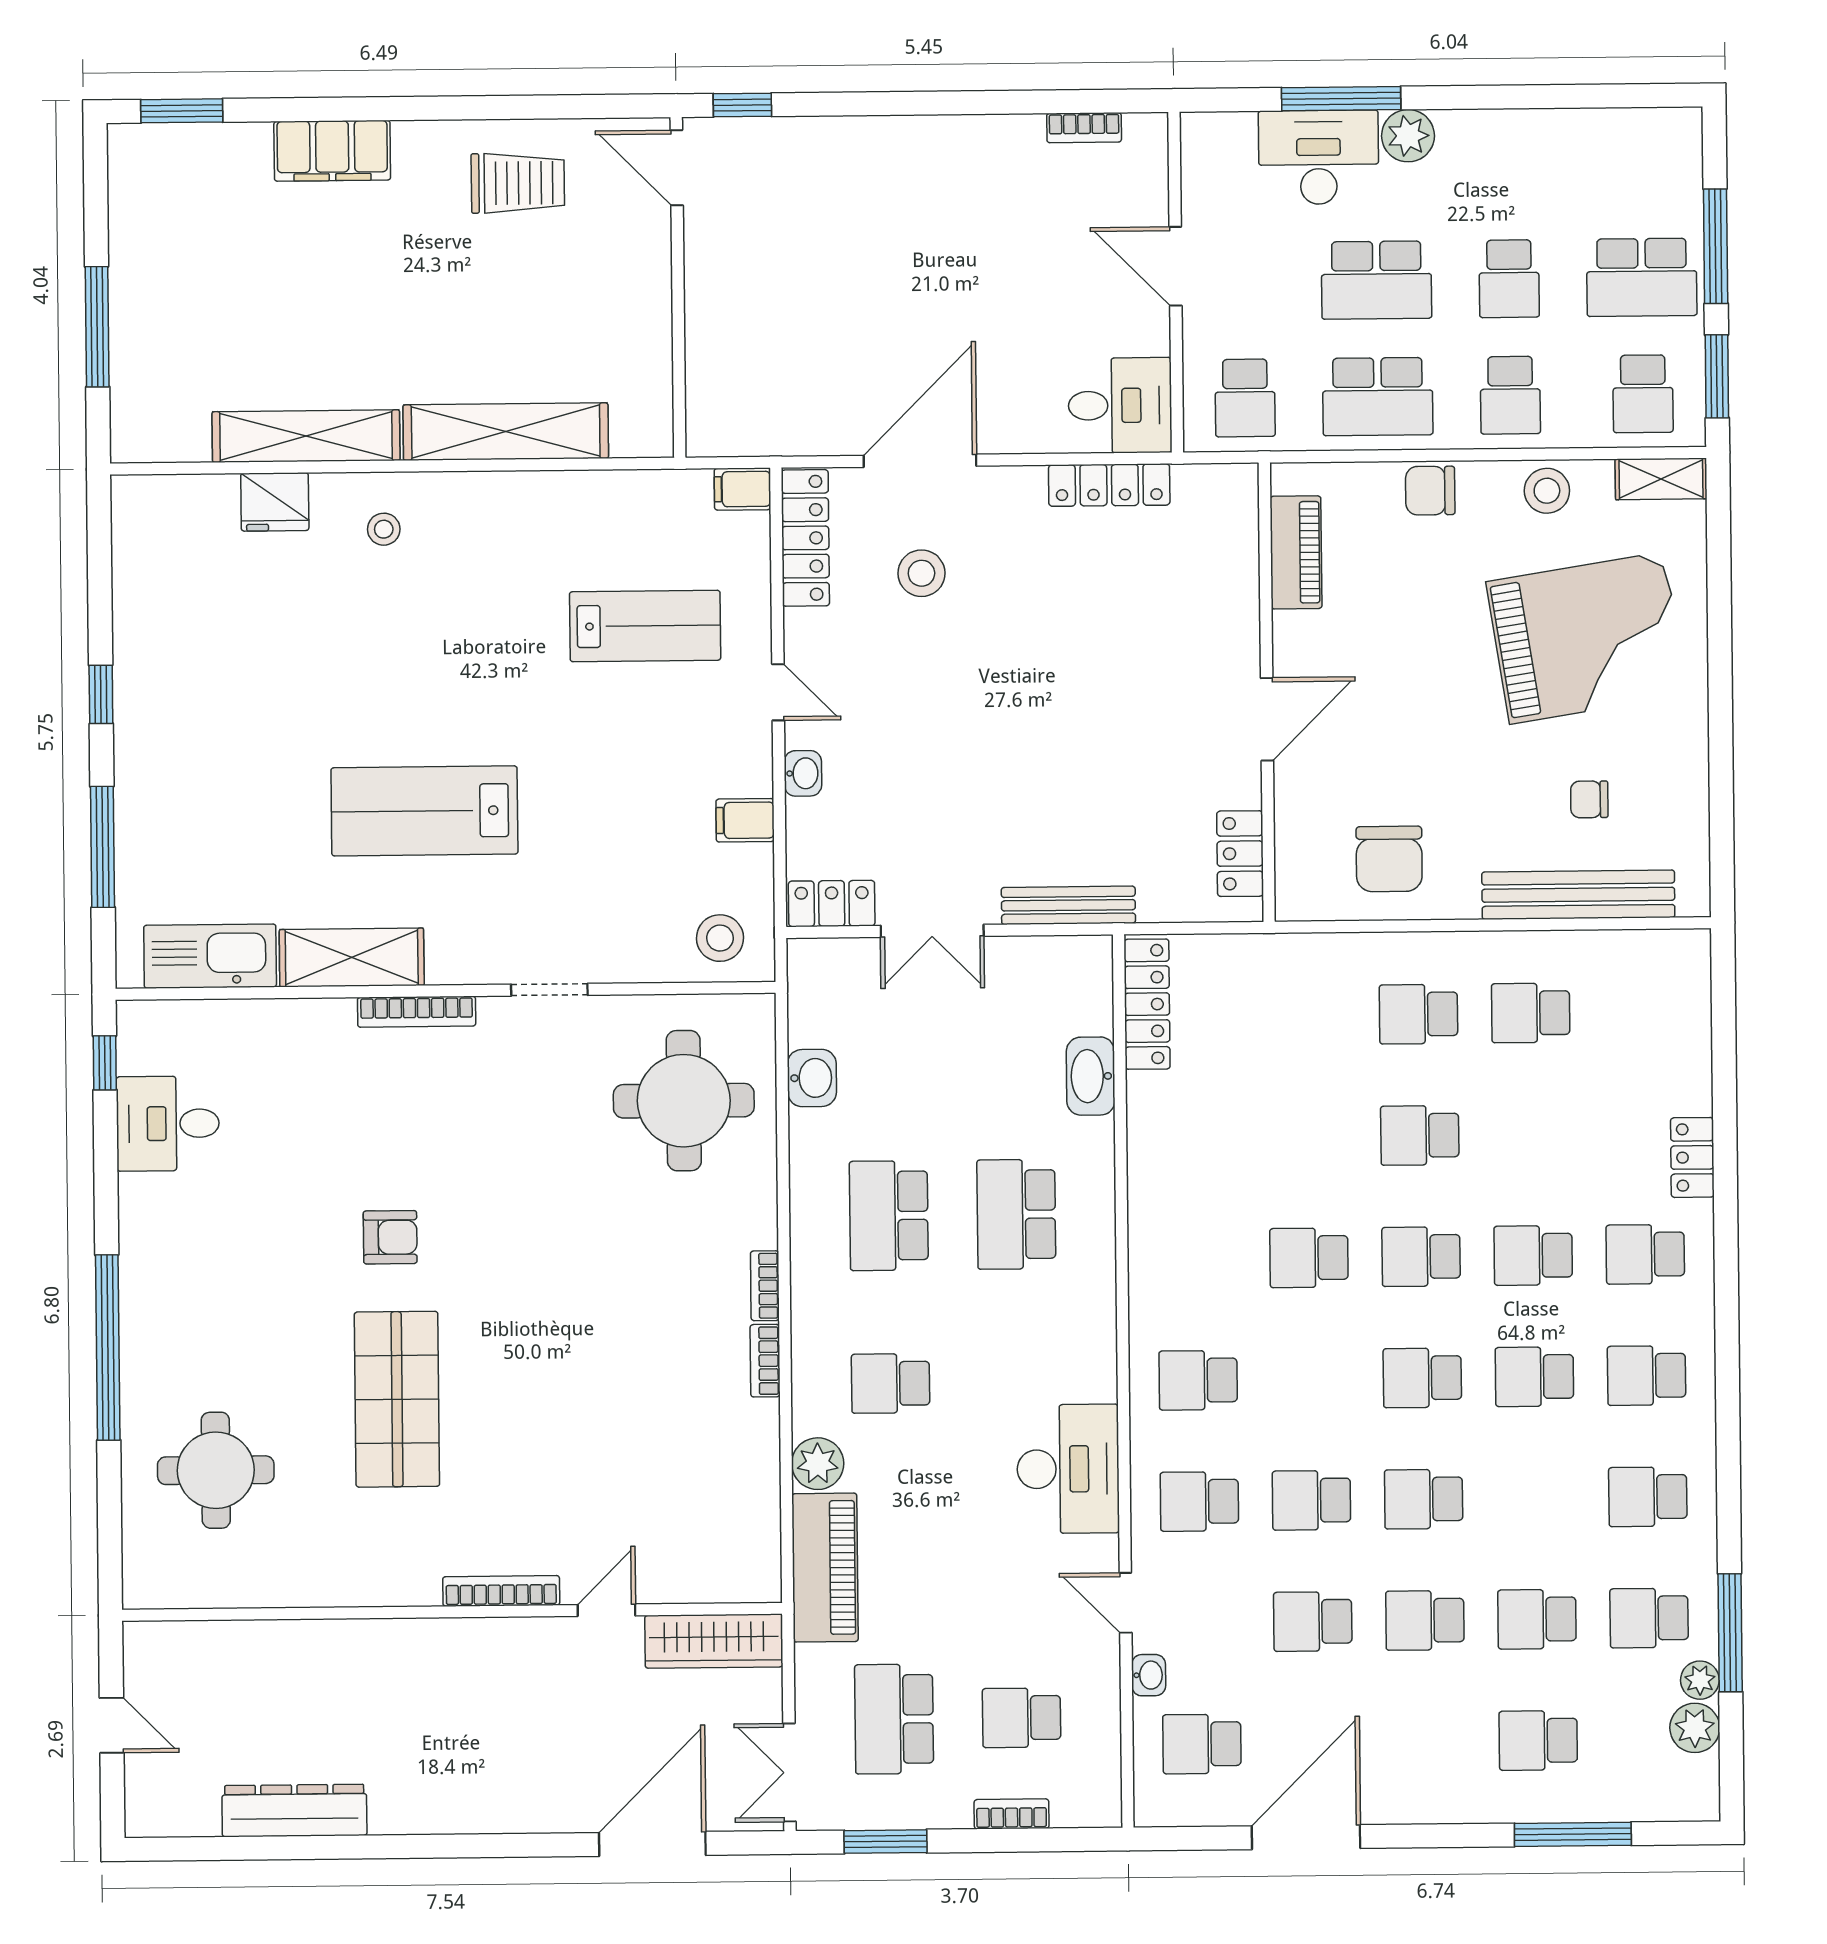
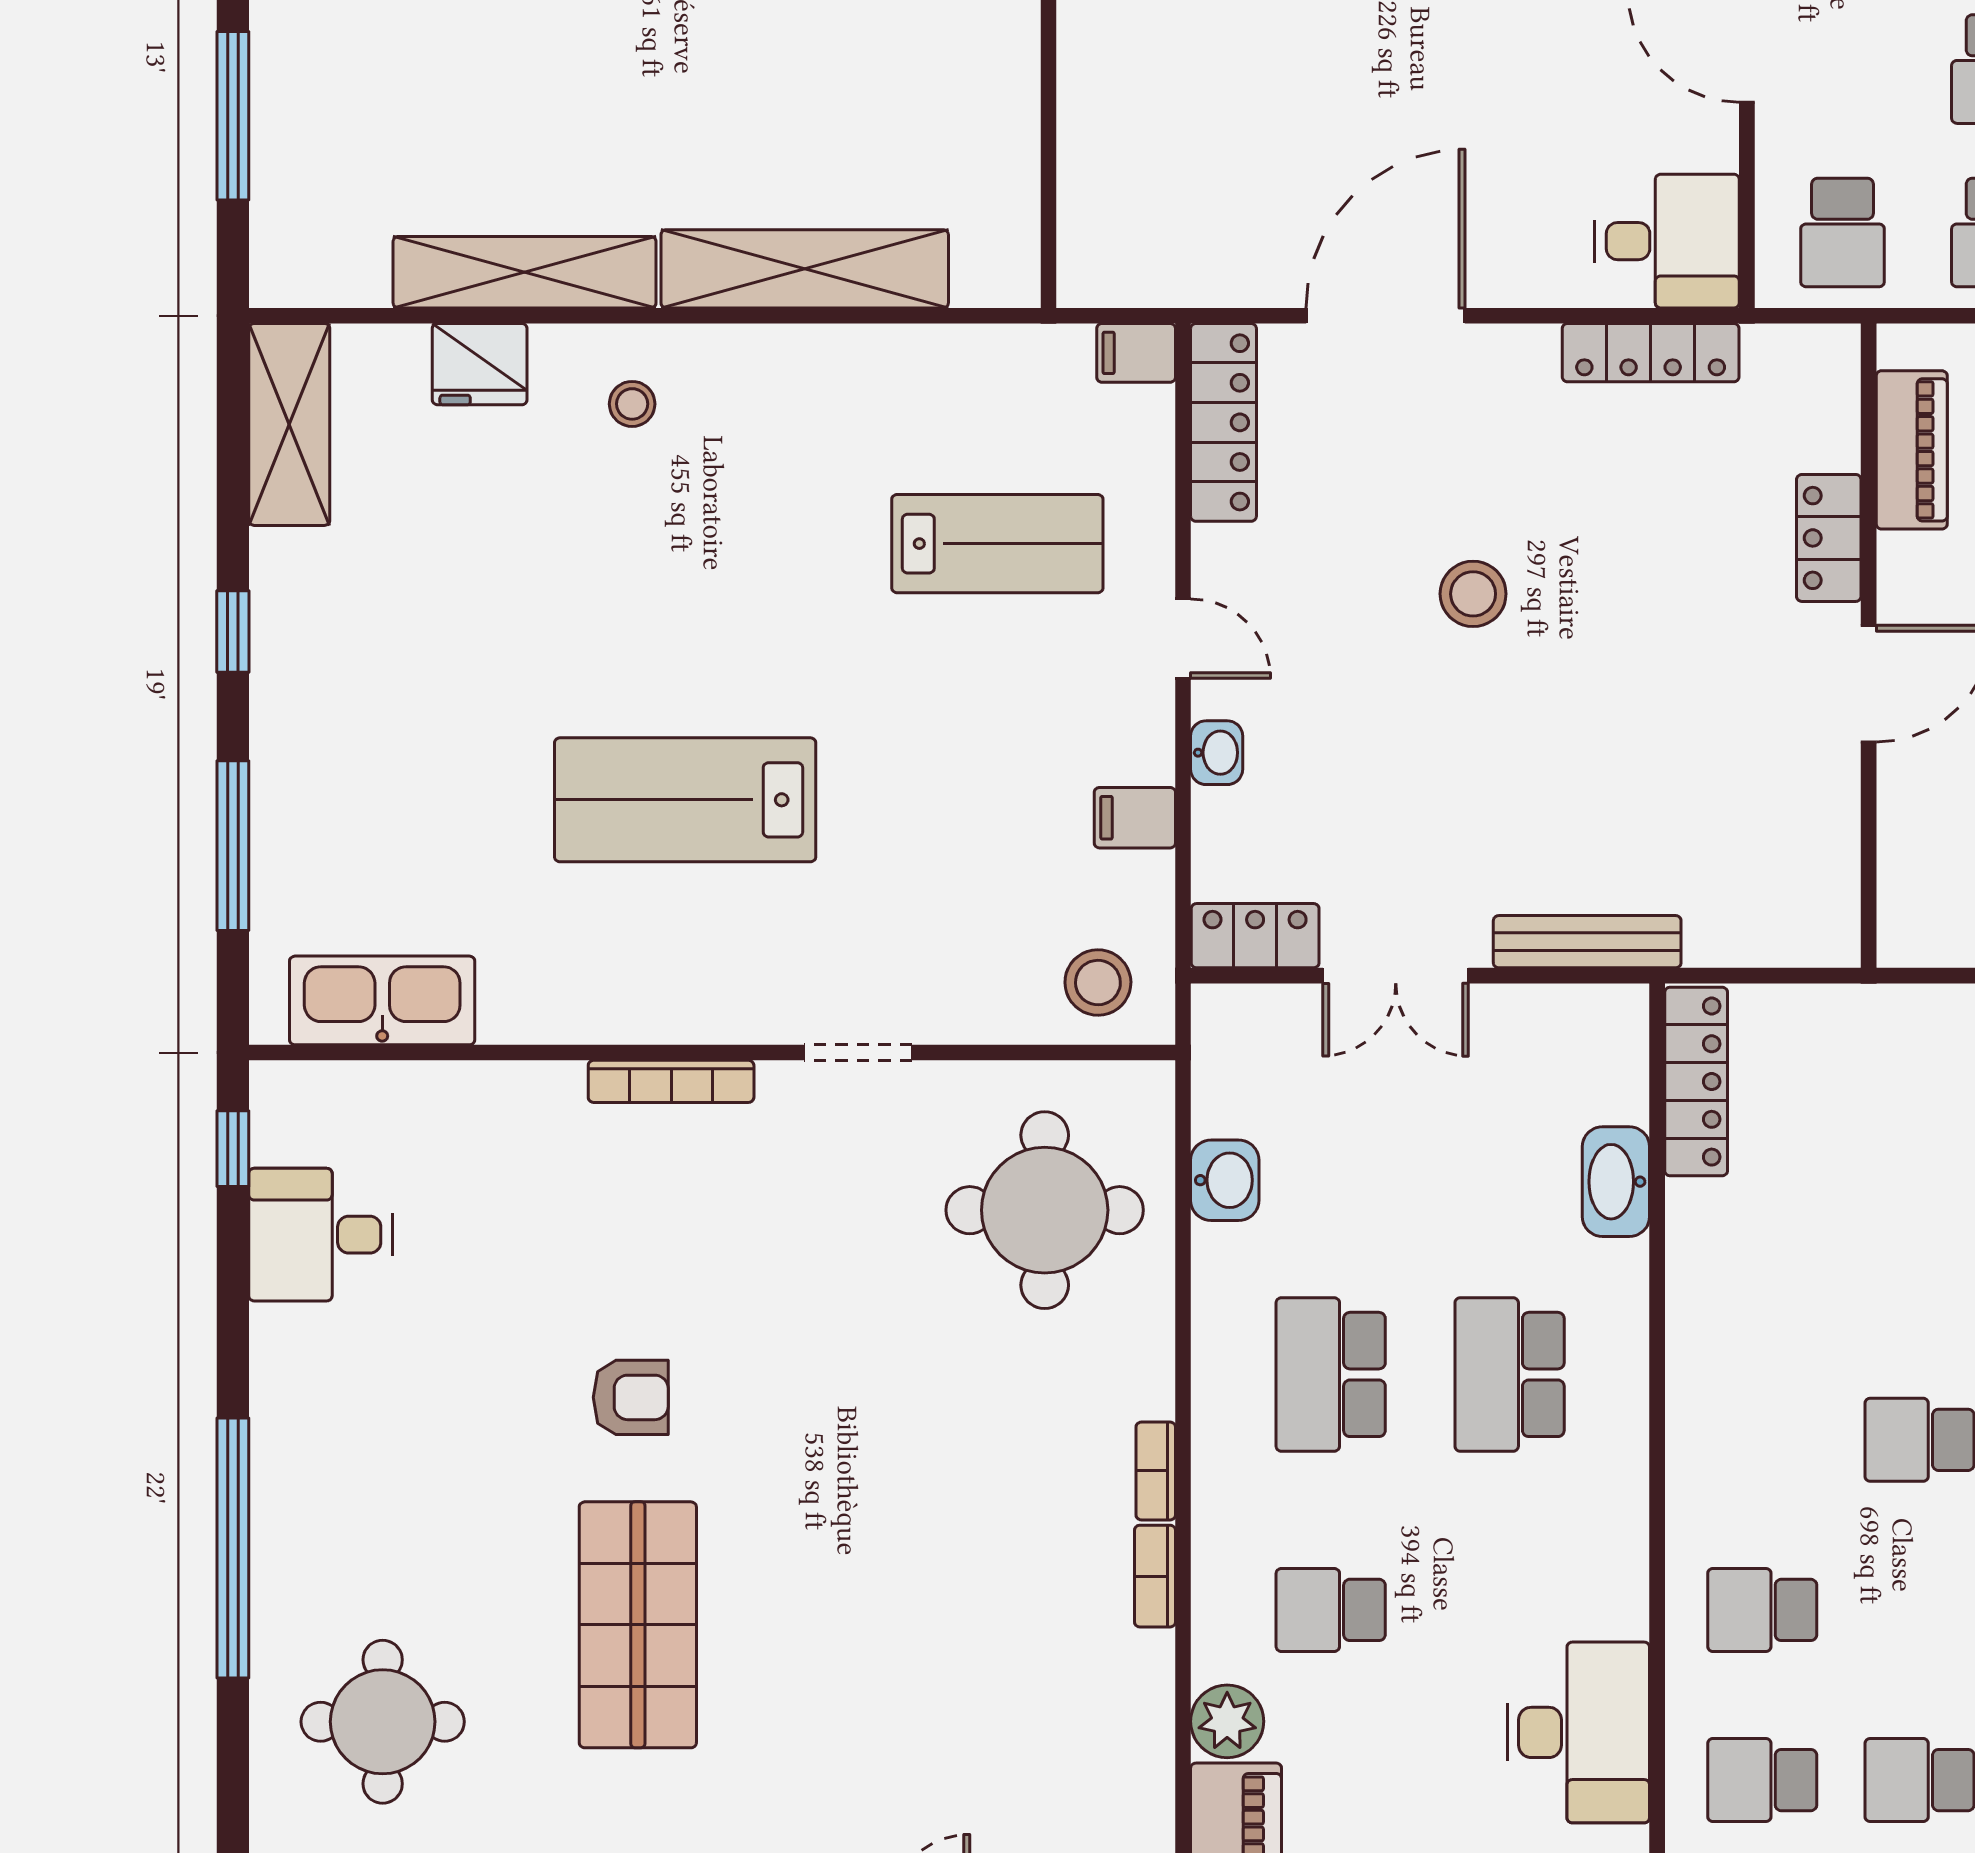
stool: (921, 573) -> (1473, 594), moved
locker: (1240, 854) -> (1829, 538), moved
shelving: (352, 958) -> (289, 424), moved, turned 90

